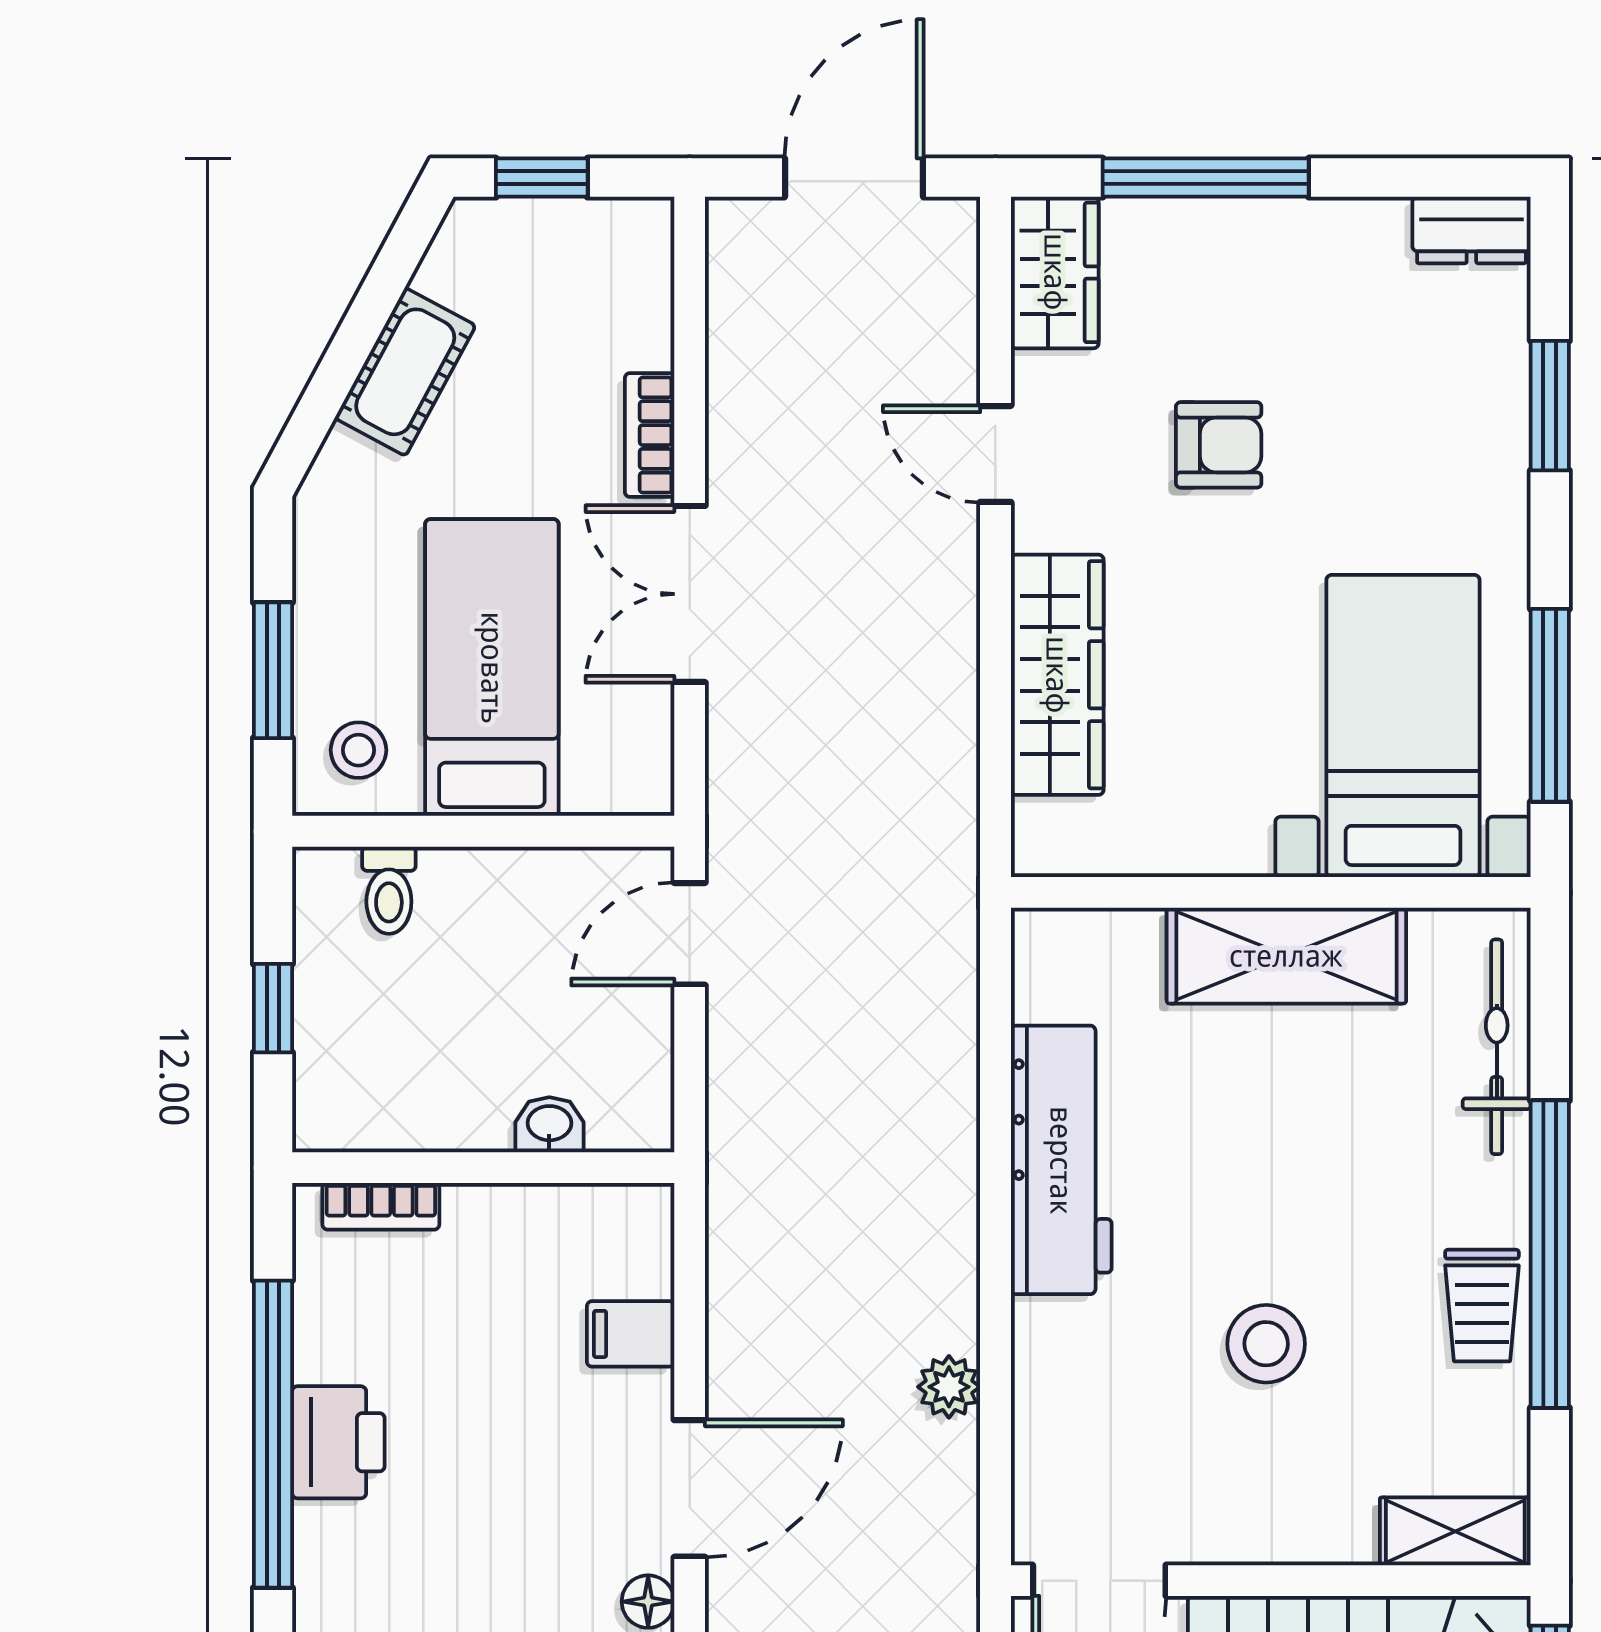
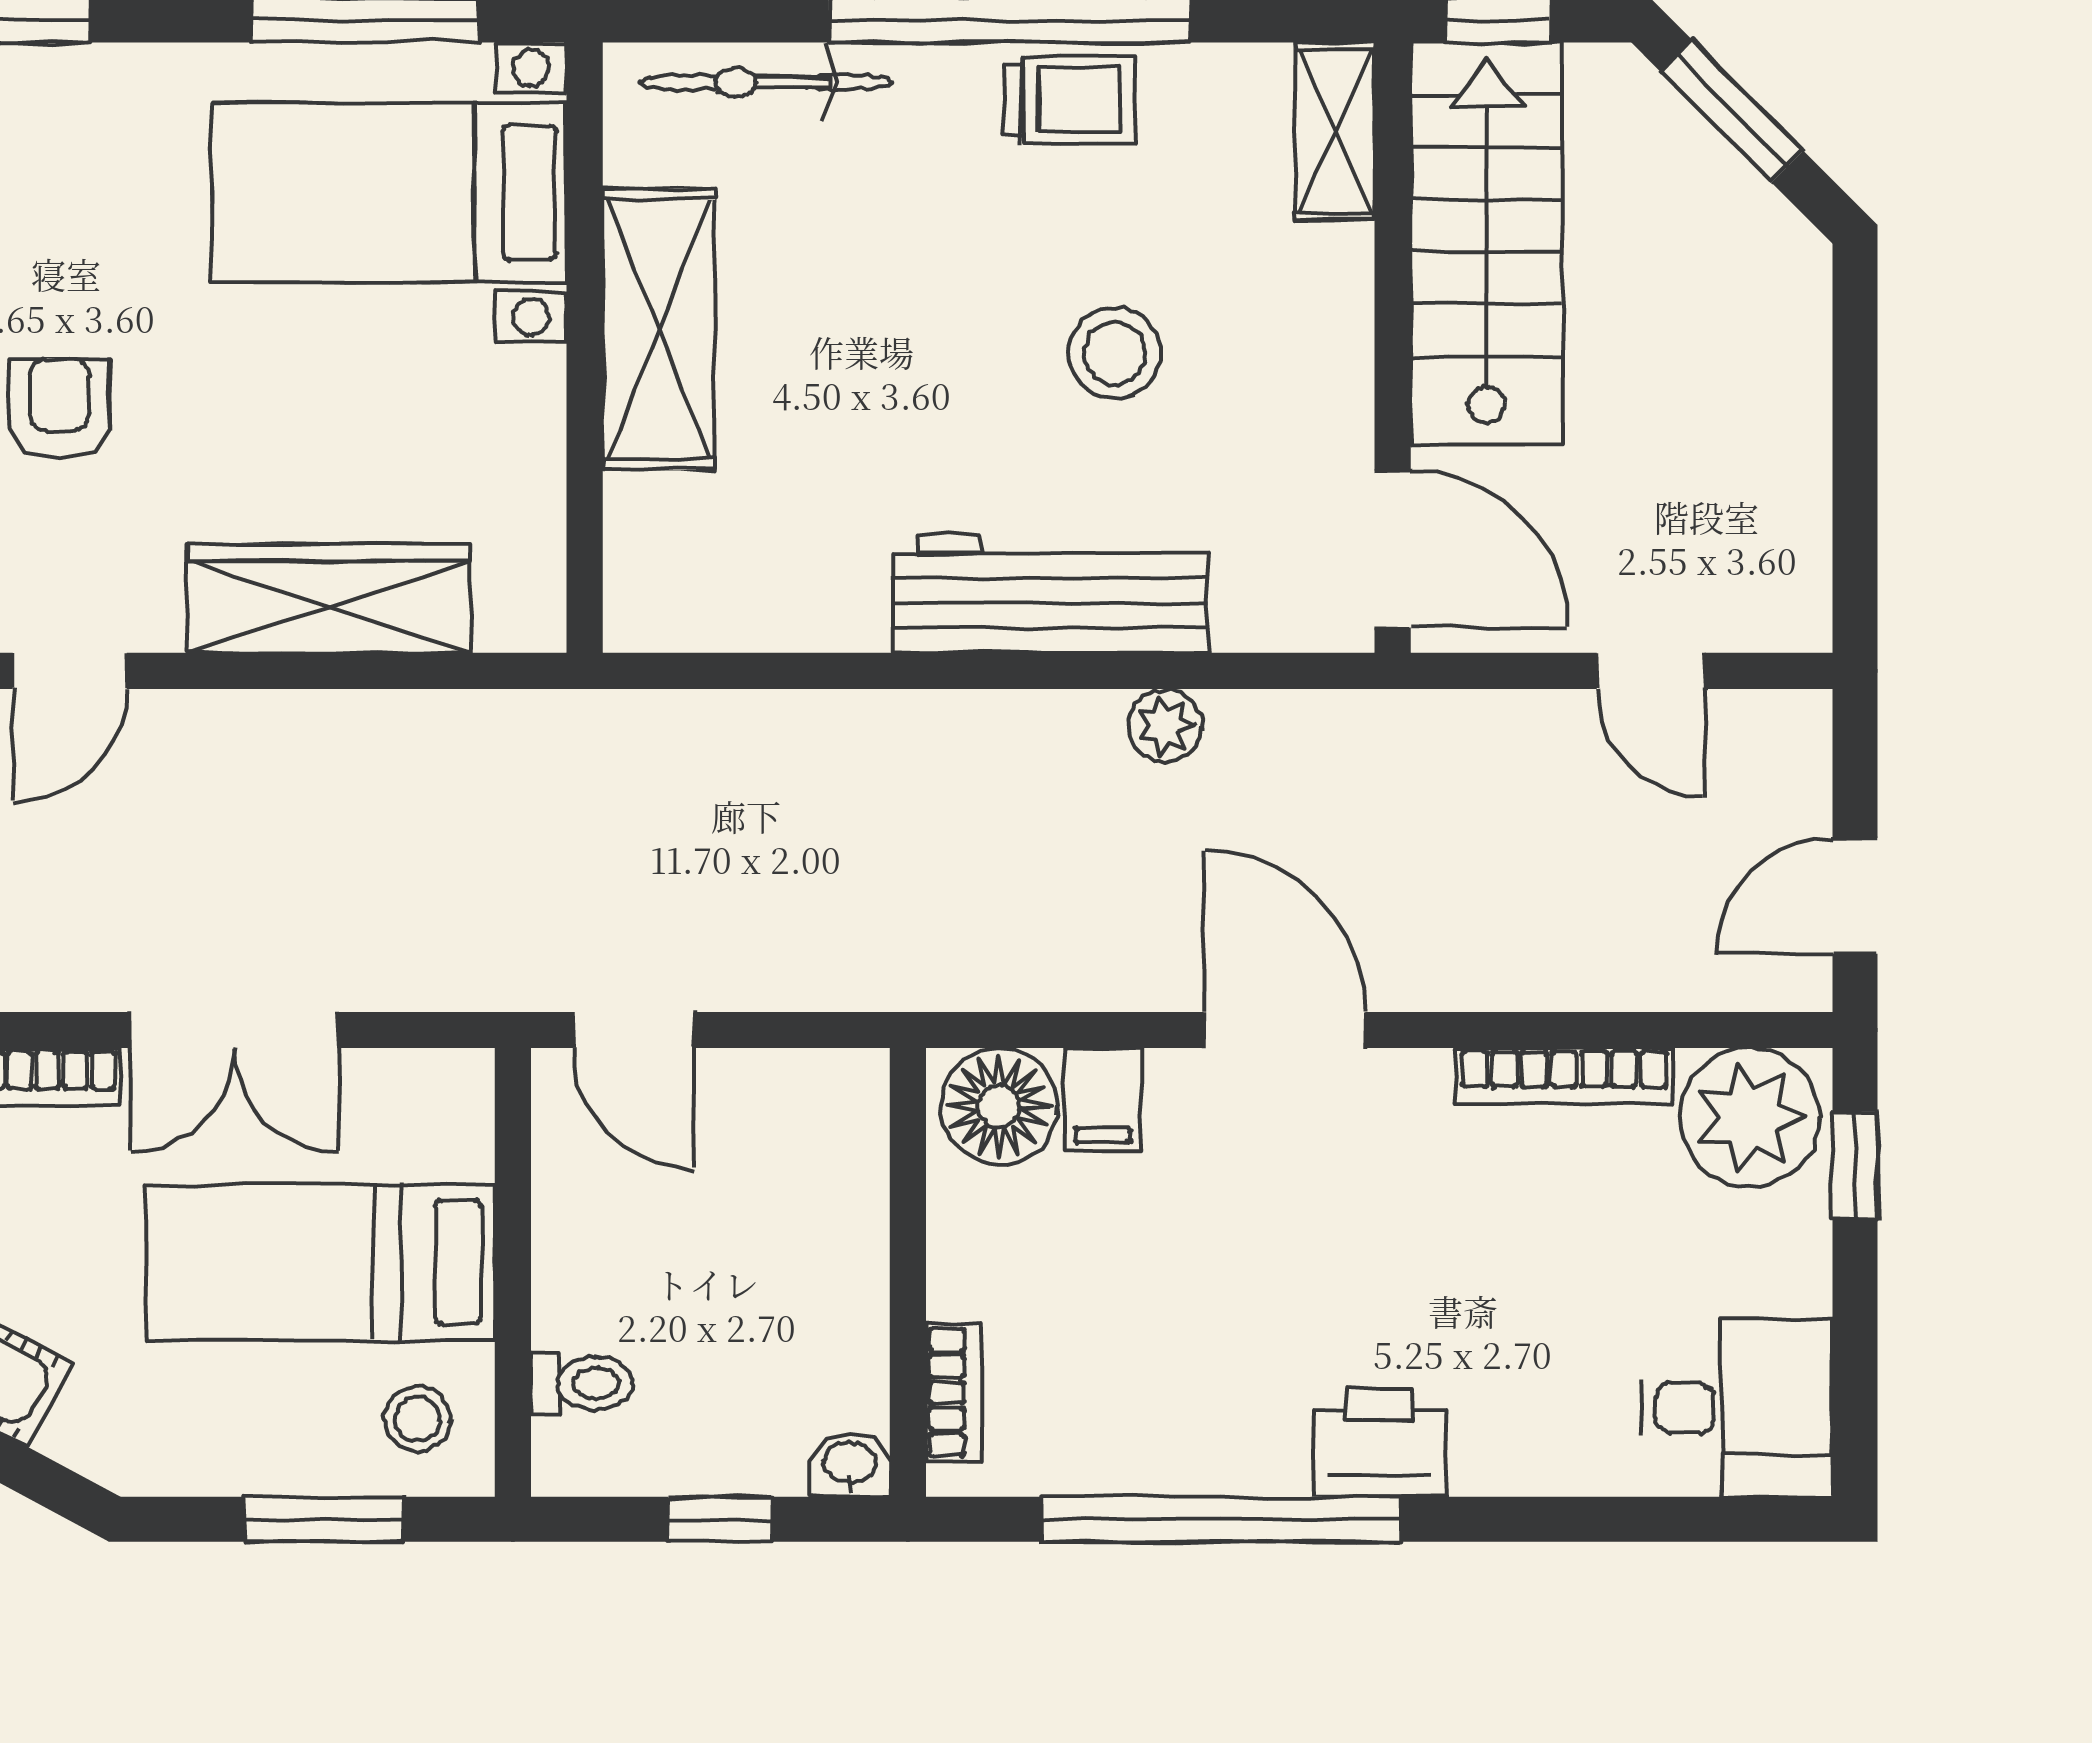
washbasin: (549, 1125) -> (850, 1464), moved, turned 90
workbench: (1061, 1160) -> (1050, 594), moved
printer: (338, 1442) -> (1380, 1442), moved
floor lamp: (648, 1602) -> (999, 1106), moved, width x1.89, depth x1.89

